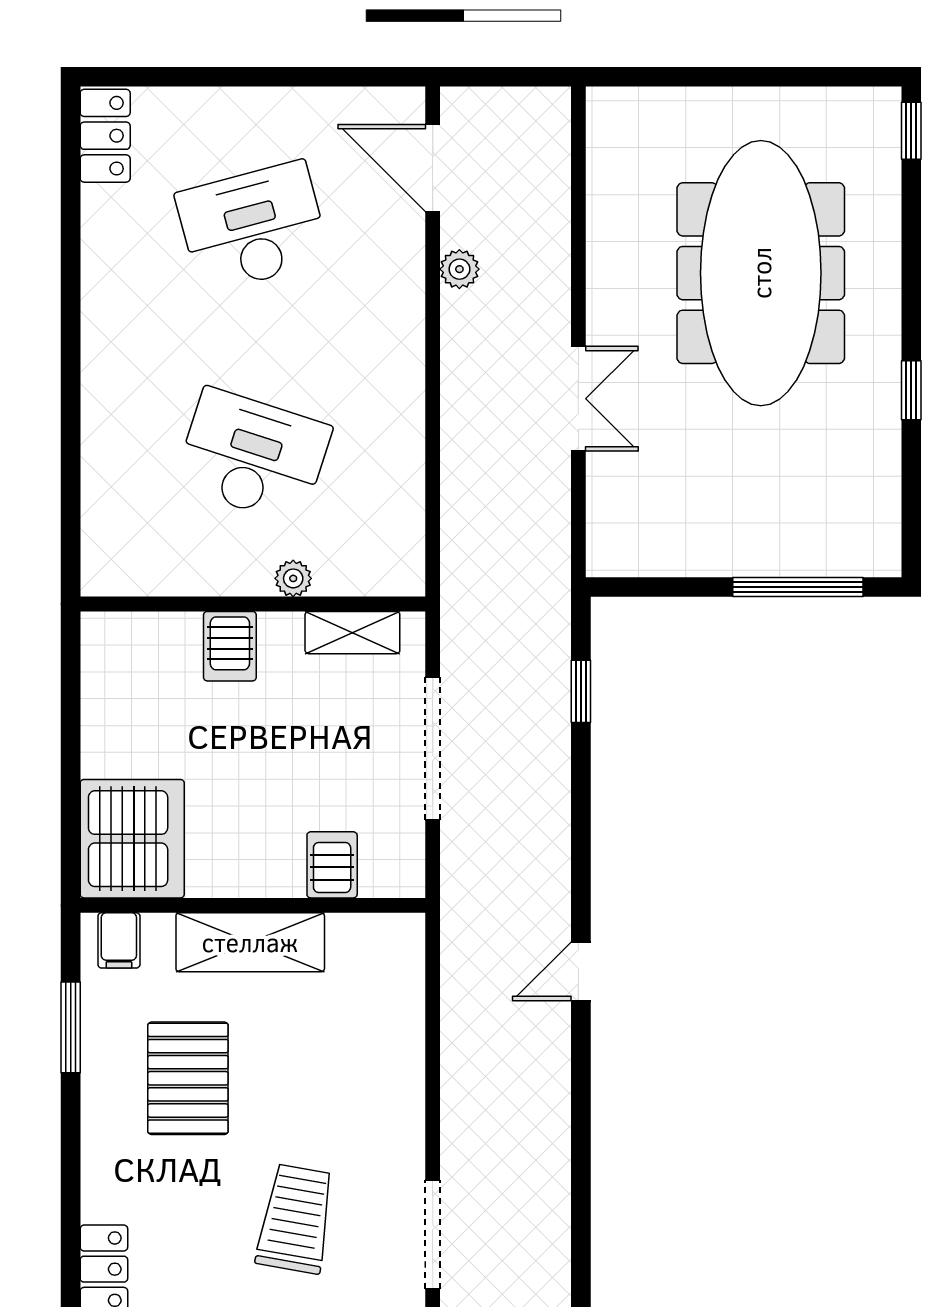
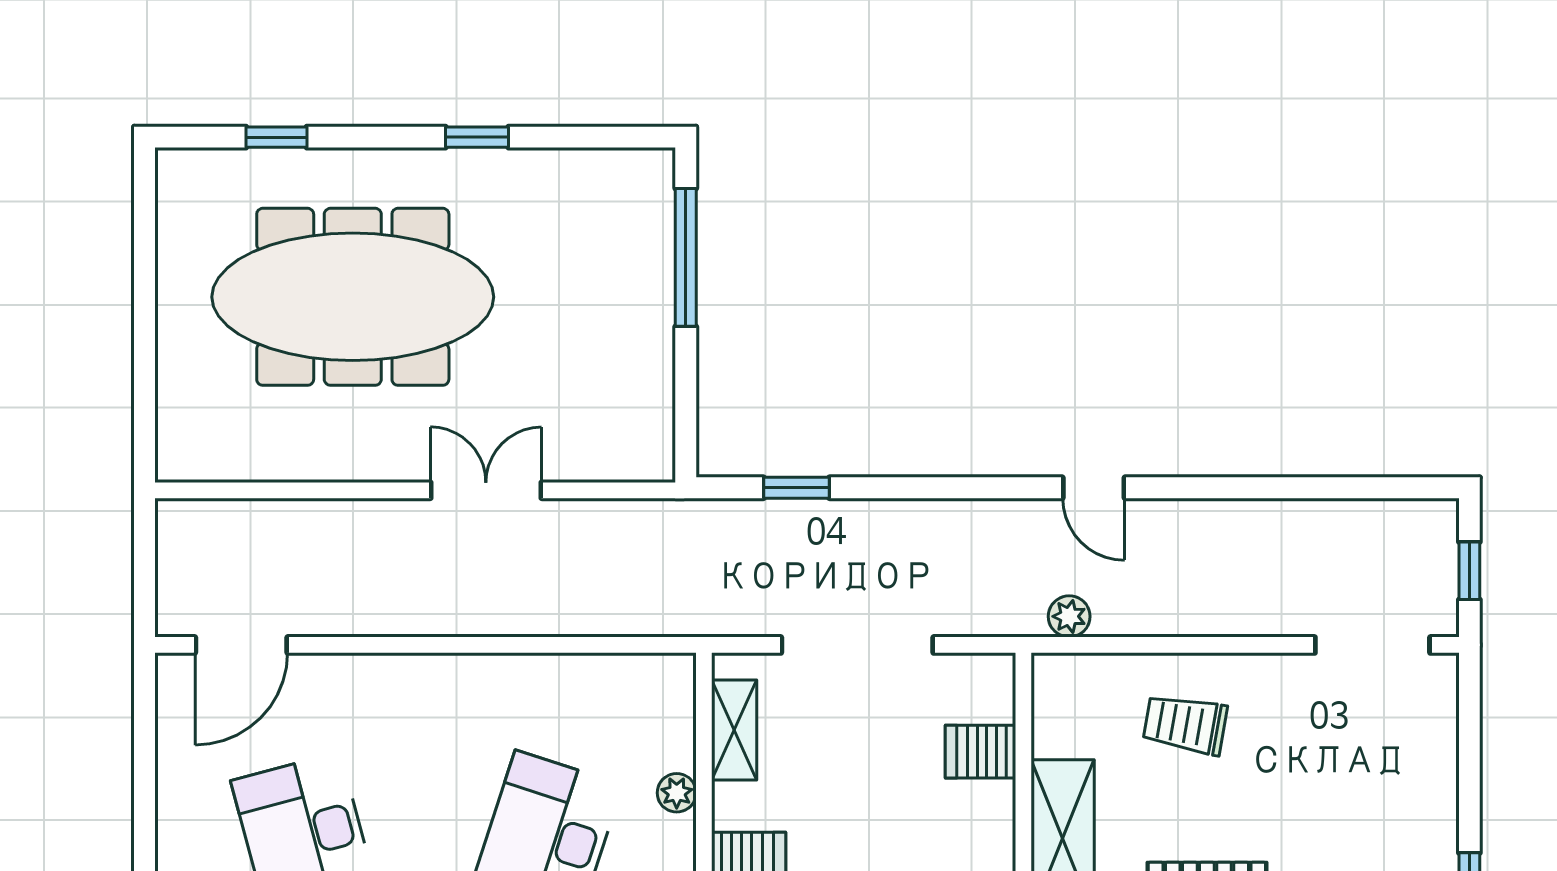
window: (911, 131) -> (276, 137), moved
plant: (459, 269) -> (1069, 616), moved
trolley: (296, 1219) -> (1185, 724), moved, width x0.73, depth x0.72

